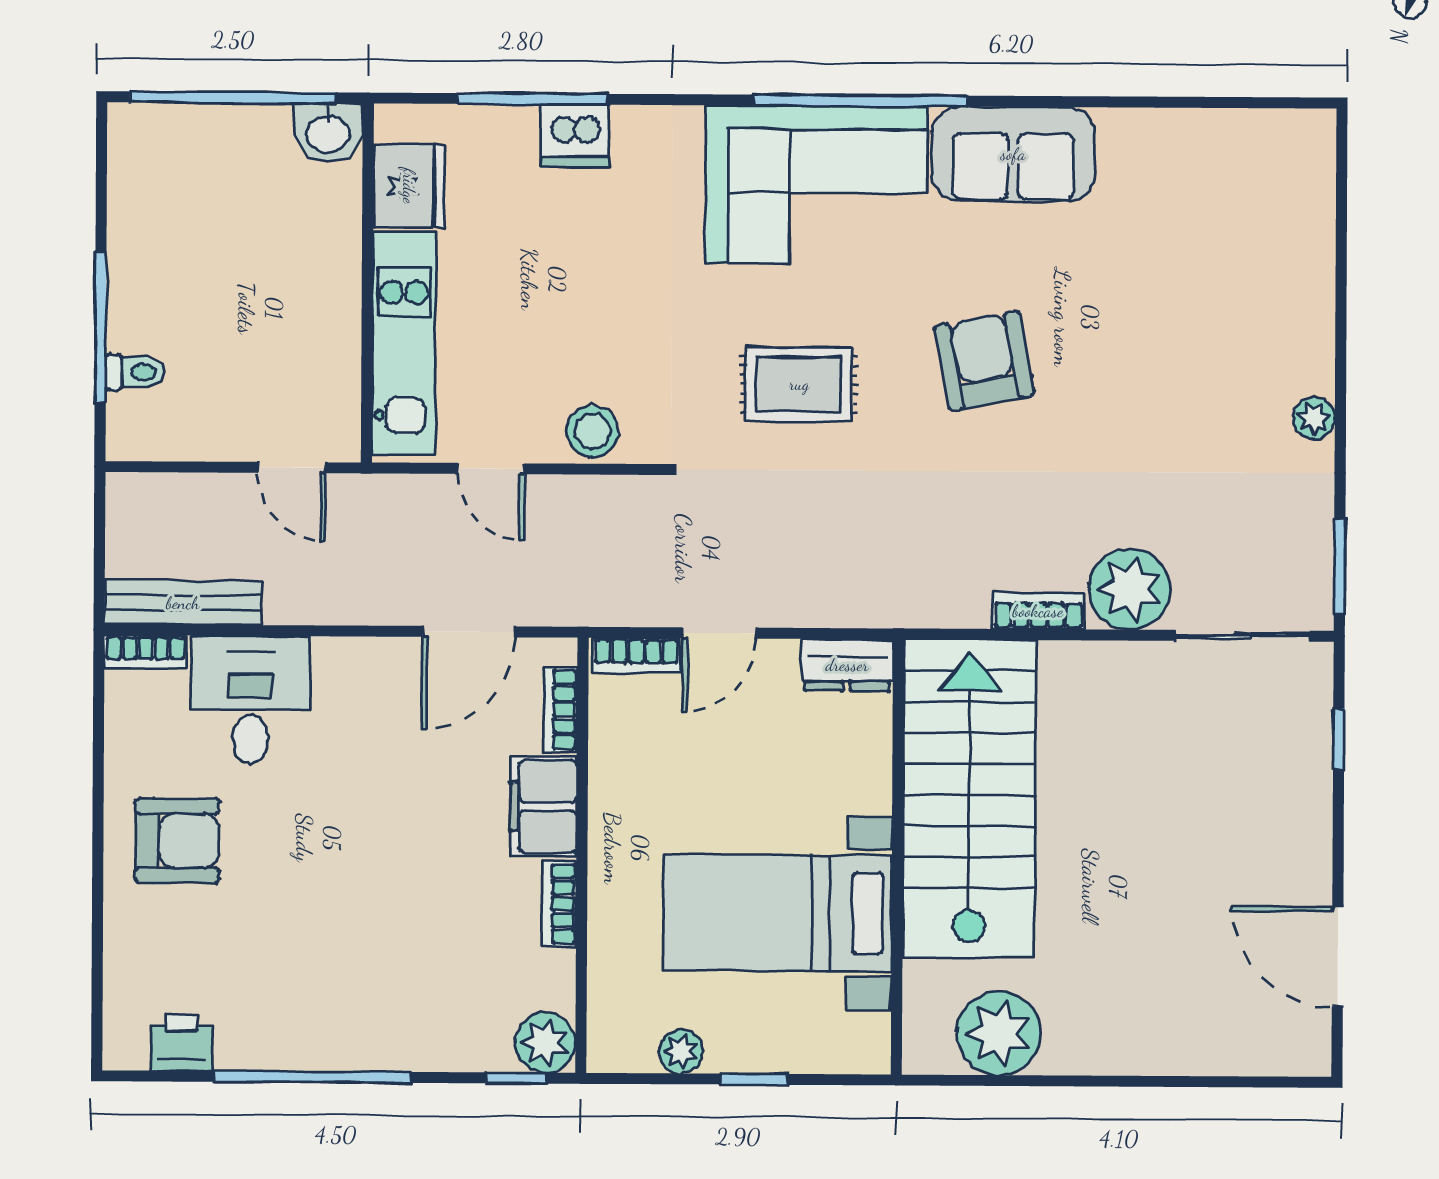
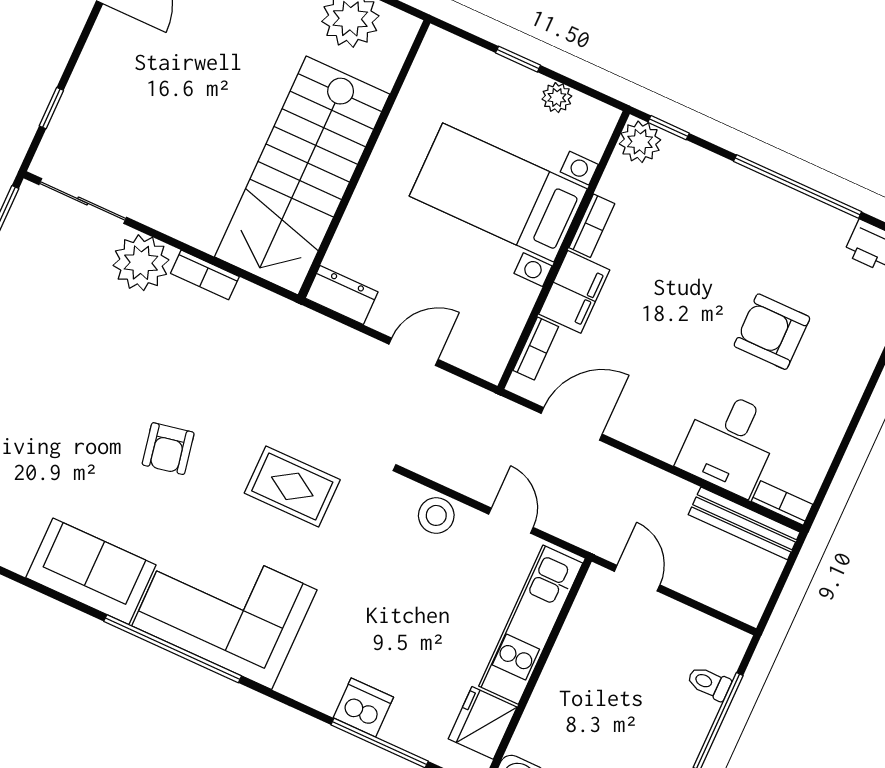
armchair: (984, 361) -> (168, 449), width x0.72, depth x0.72
bookcase: (636, 656) -> (472, 361), removed
armchair: (177, 841) -> (772, 332), moved
bed with nightstands: (777, 913) -> (498, 193), moved, turned 180

